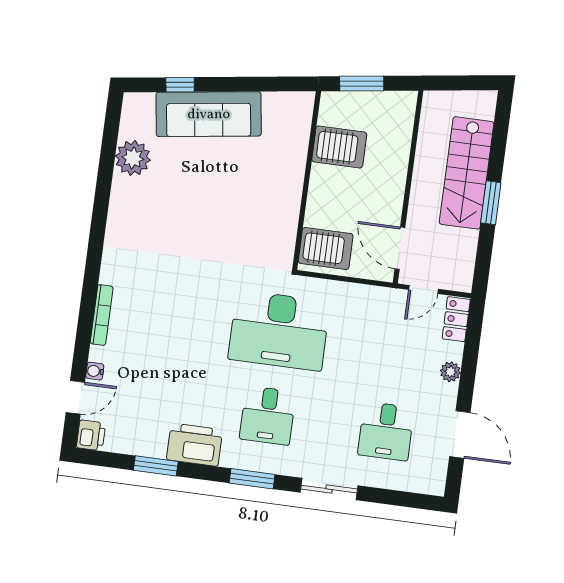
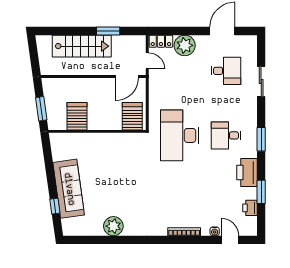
plant: (133, 158) -> (113, 226), moved
window: (491, 203) -> (108, 31), moved
desk: (279, 331) -> (180, 135), turned 180
plant: (450, 372) -> (185, 45), width x1.87, depth x1.87
desk: (268, 415) -> (226, 135), turned 180
printer: (91, 435) -> (250, 208), moved, turned -90
sliding door: (329, 489) -> (261, 81), moved

